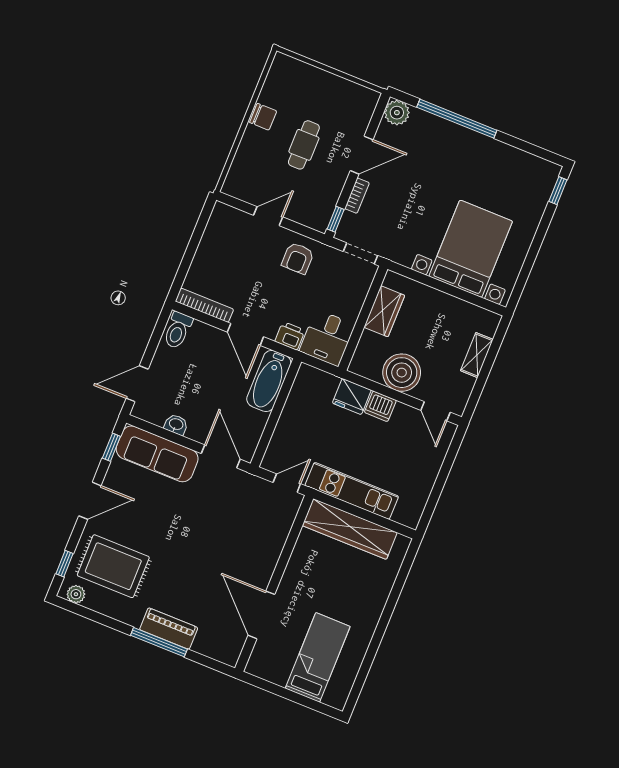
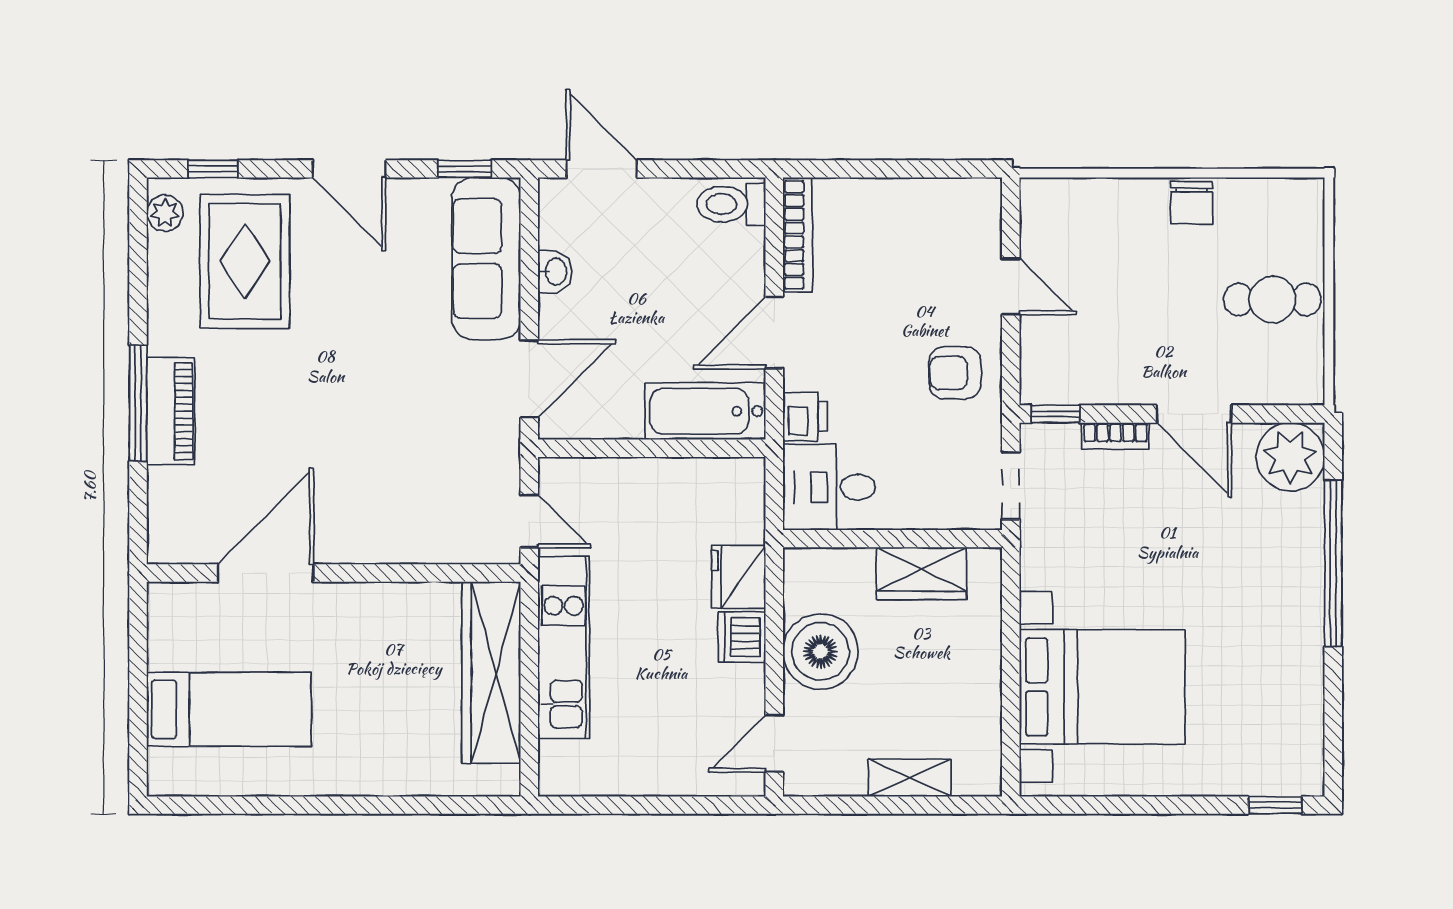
plant: (397, 113) -> (1290, 457), width x1.36, depth x1.36
cafe table: (304, 145) -> (1272, 299), moved

